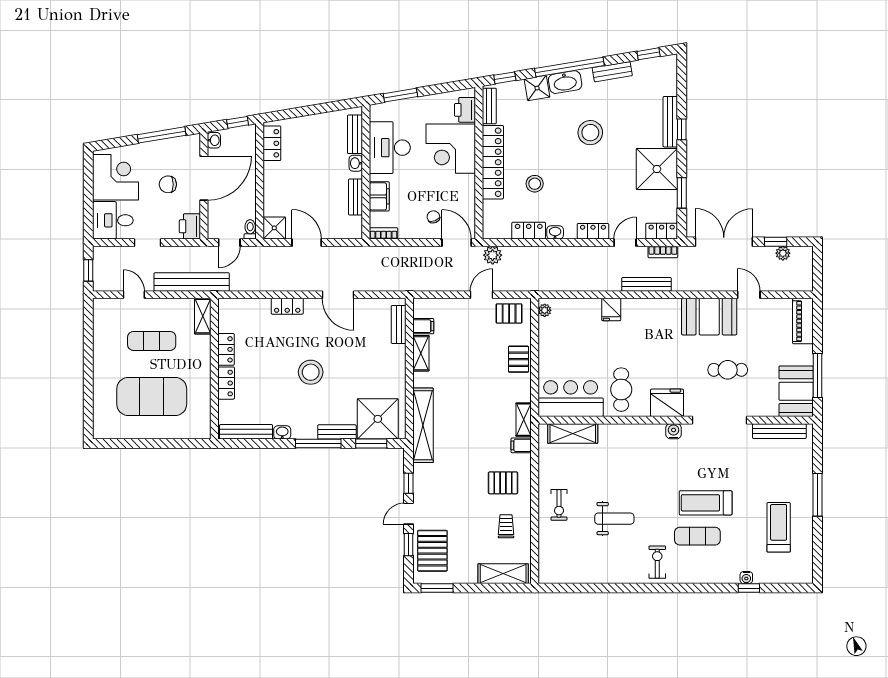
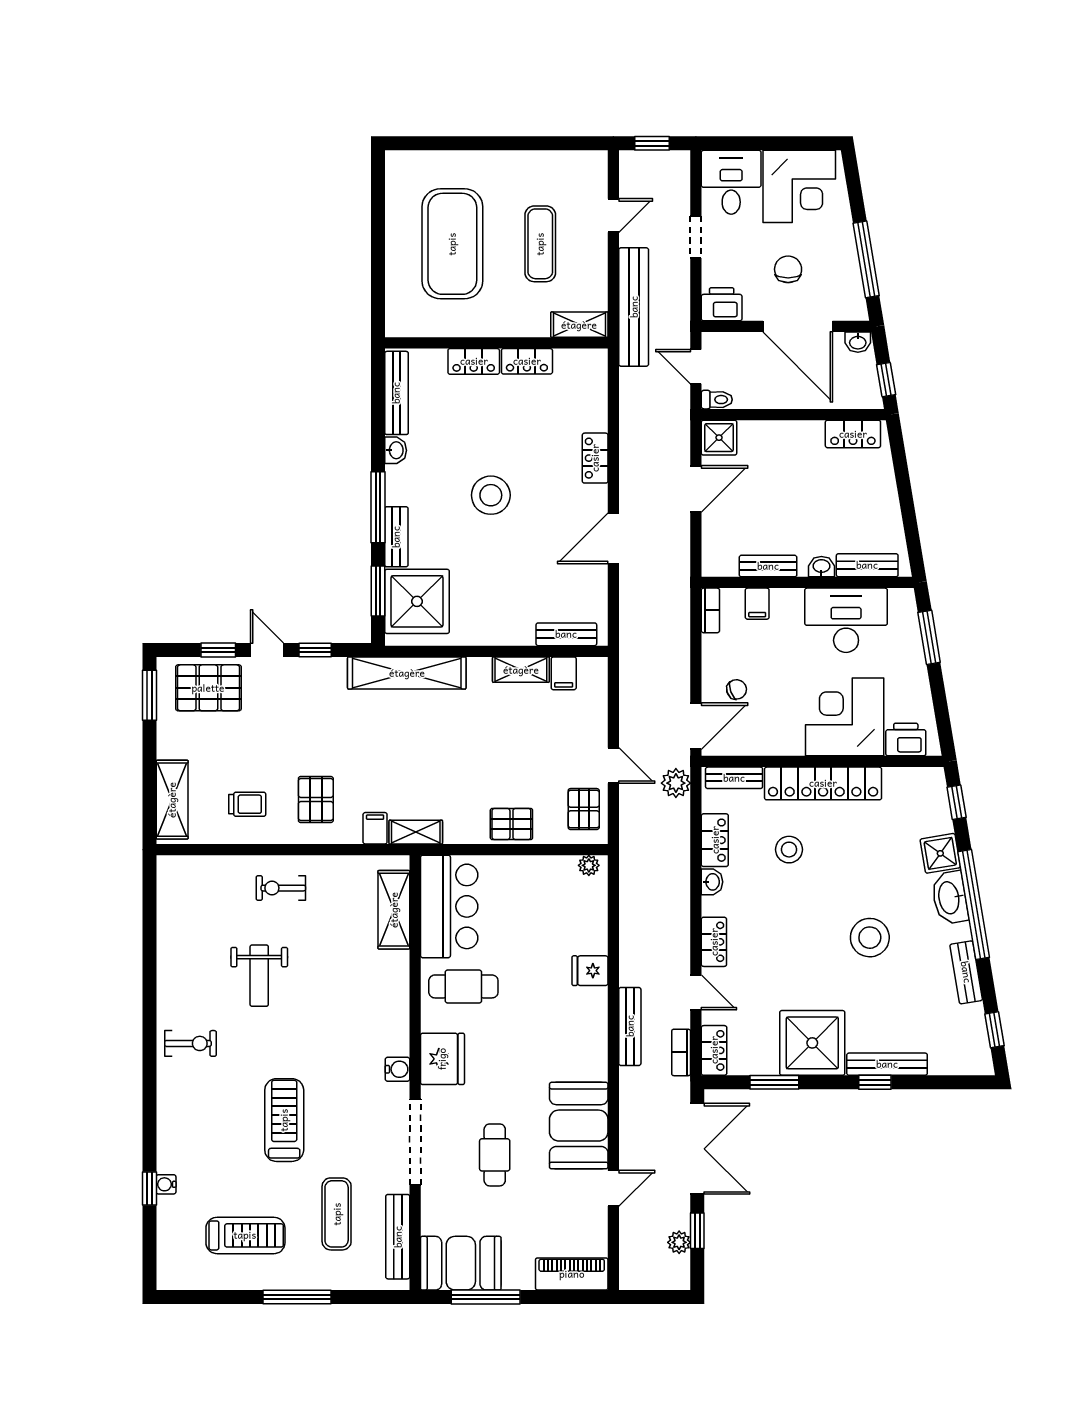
bench: (489, 106) -> (734, 778), moved
filing cabinet: (379, 196) -> (757, 604), width x0.50
exercise mat: (697, 536) -> (337, 1214), moved

